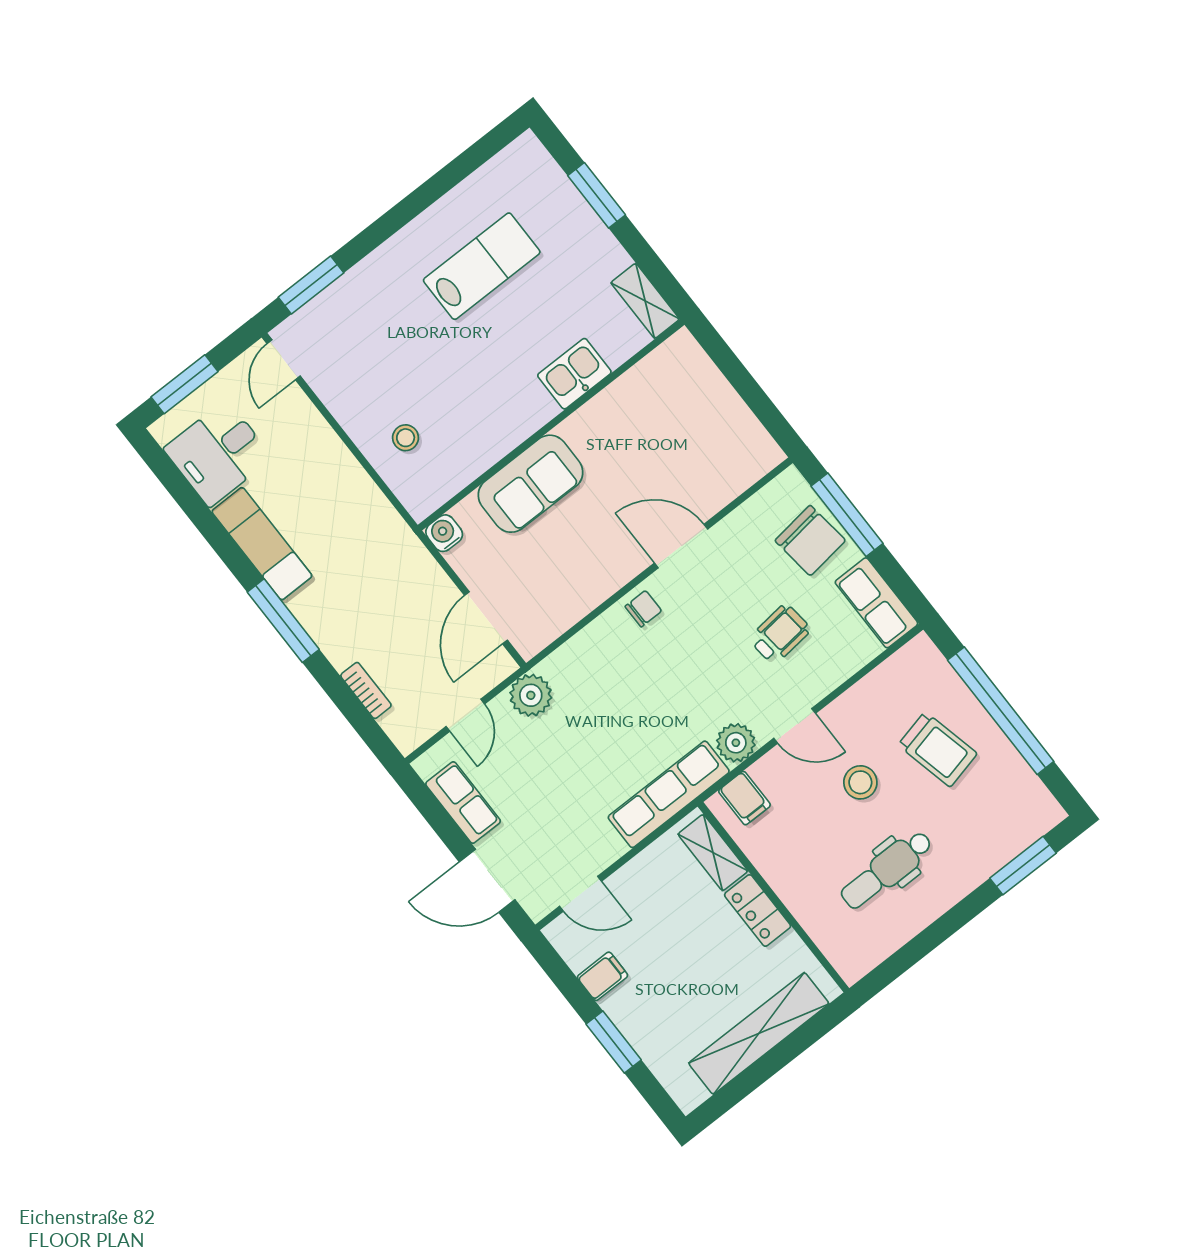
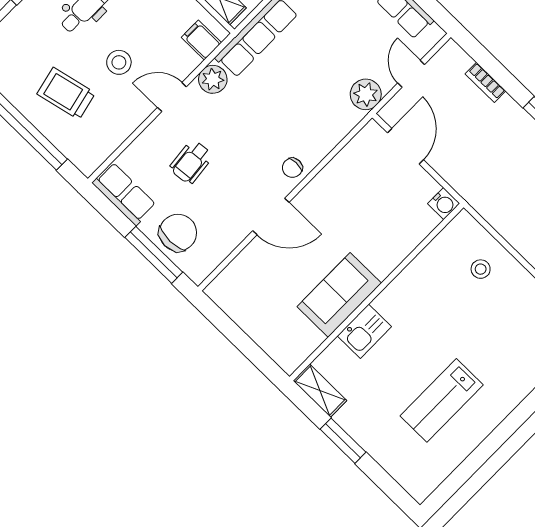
window: (597, 195) -> (343, 441), moved
sofa: (531, 484) -> (339, 295), moved
chair: (810, 540) -> (178, 233), turned 97

